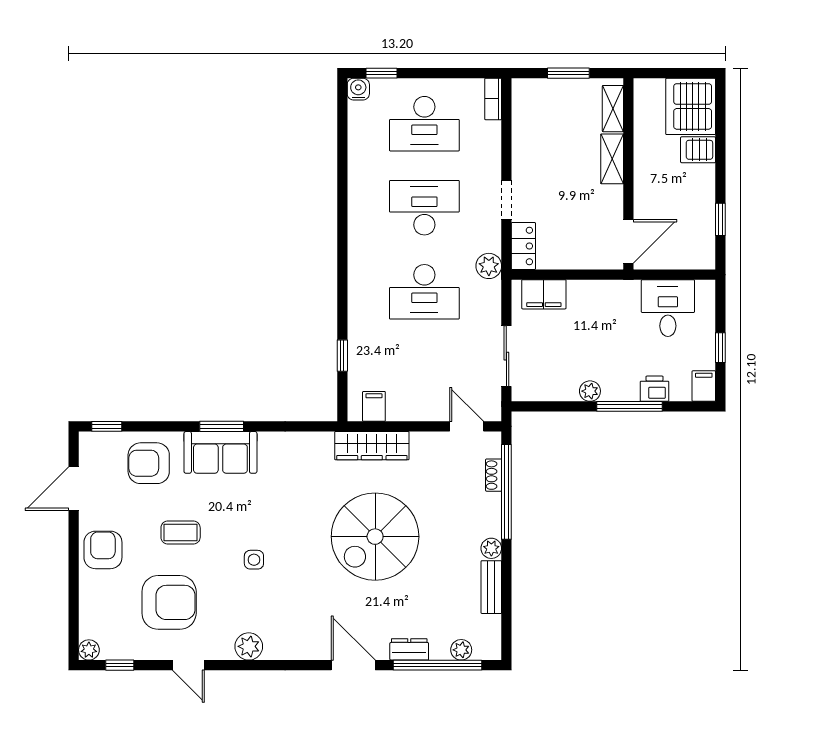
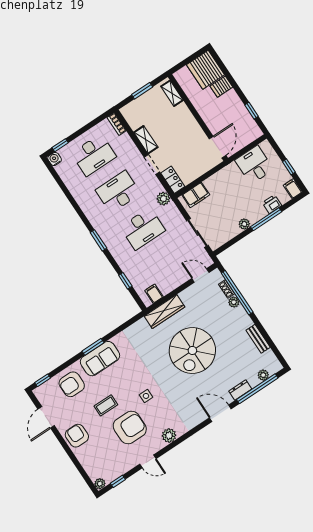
shelving: (612, 159) -> (146, 140), moved
window: (342, 264) -> (98, 240), added
plant: (491, 548) -> (234, 302), moved
armchair: (169, 602) -> (130, 428), moved

